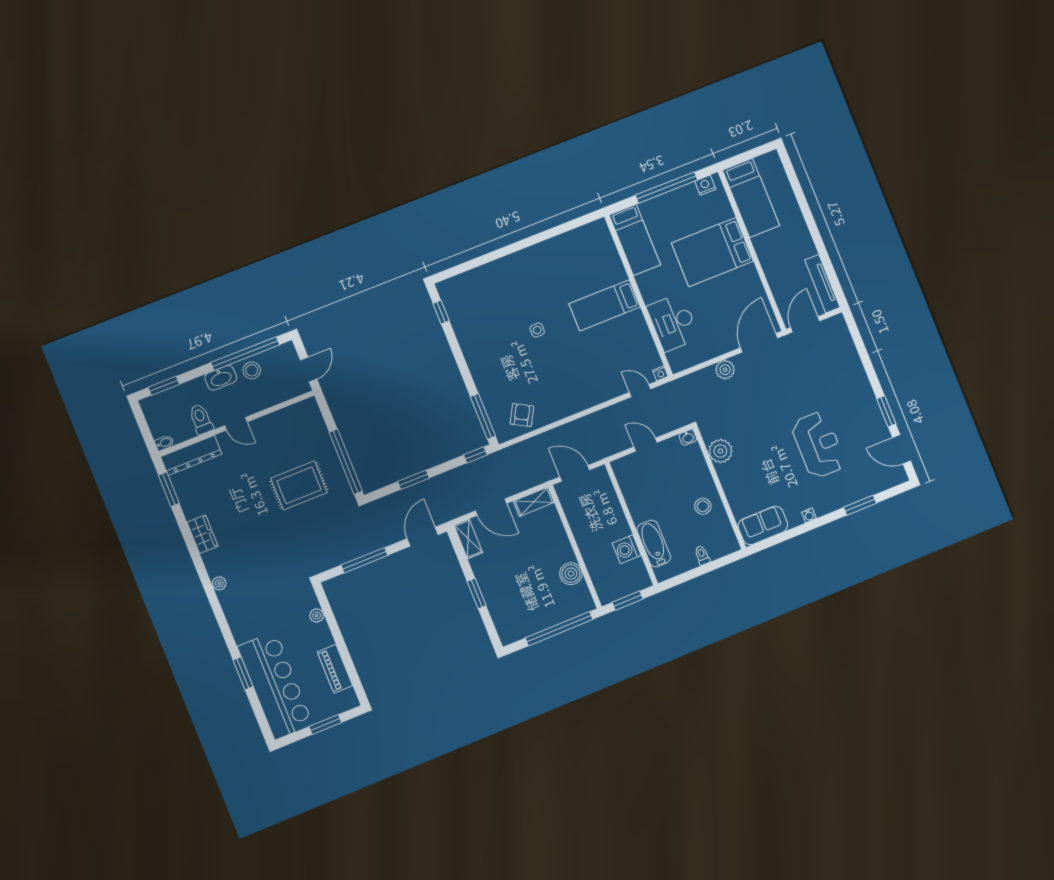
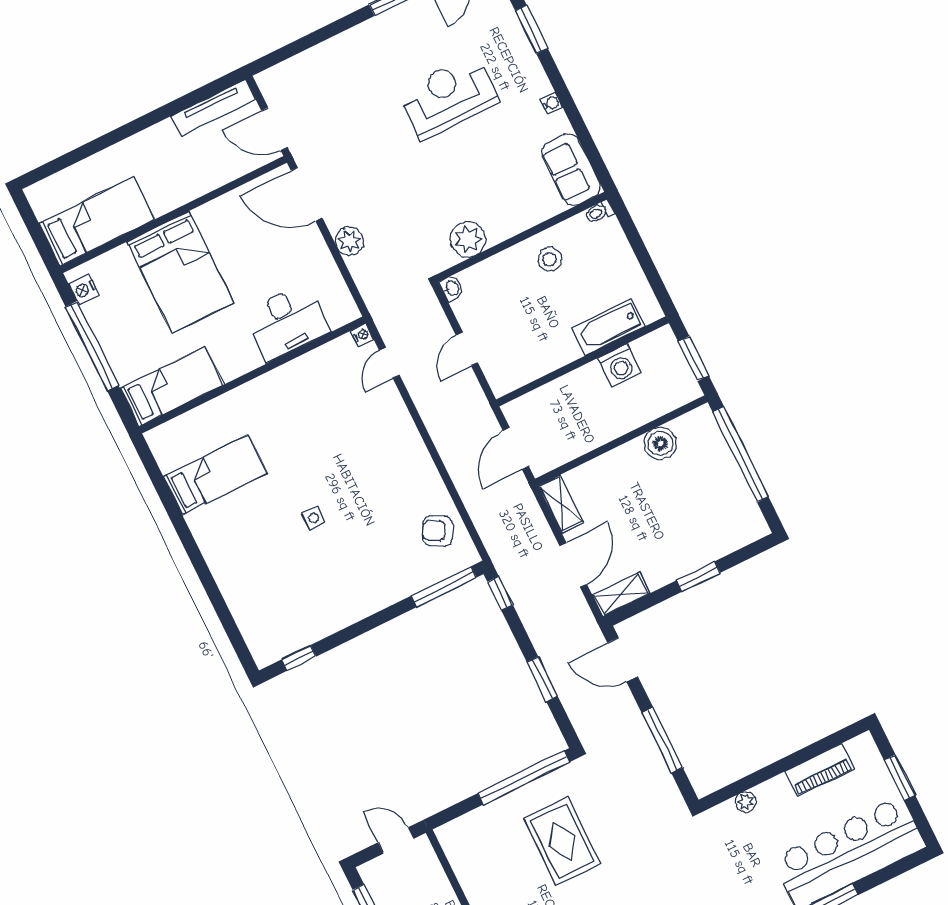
bed: (605, 305) -> (215, 475), moved, turned -90
toilet: (702, 555) -> (599, 212), moved

